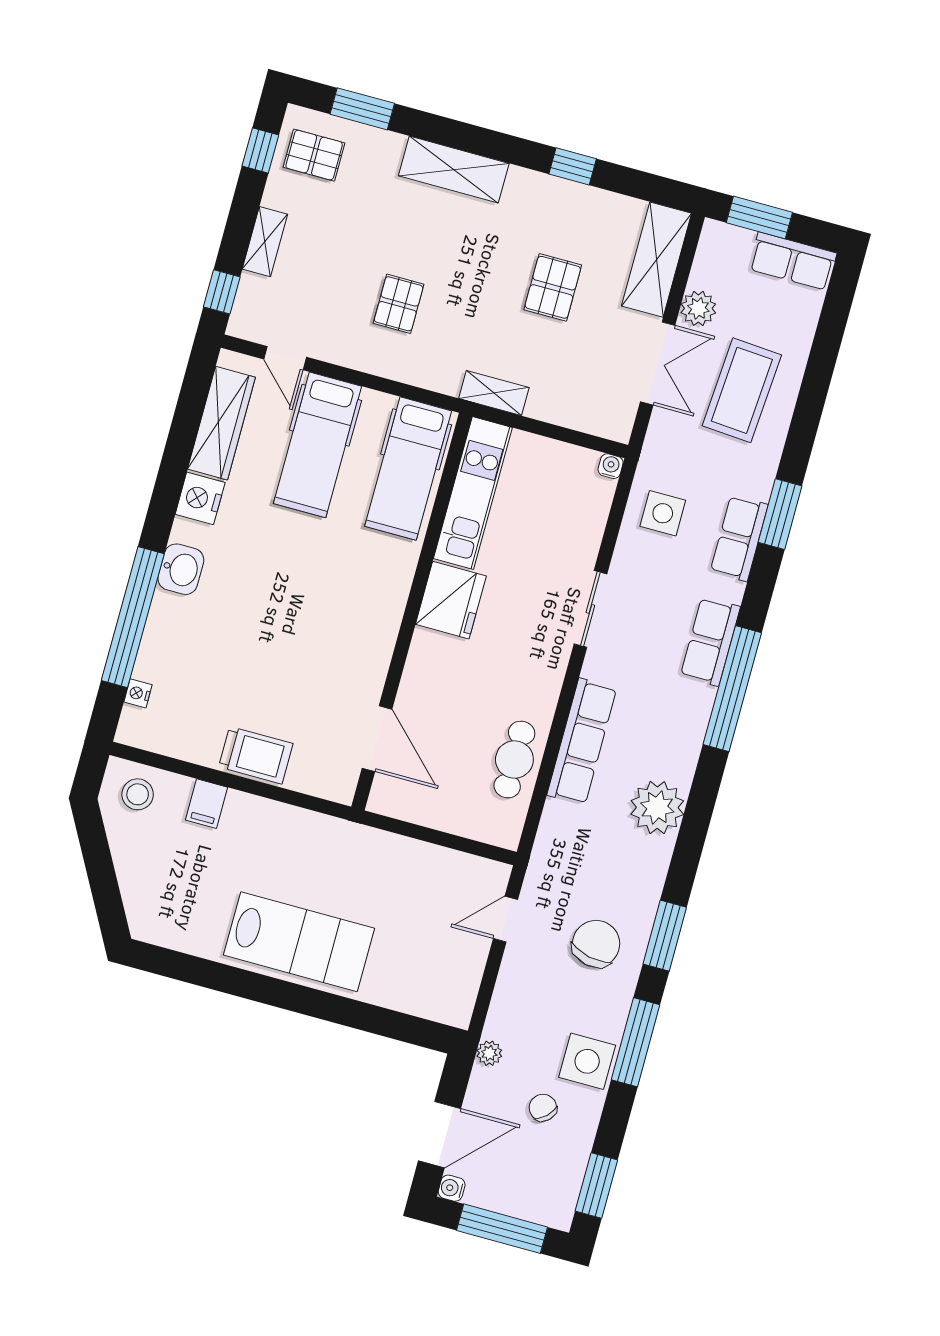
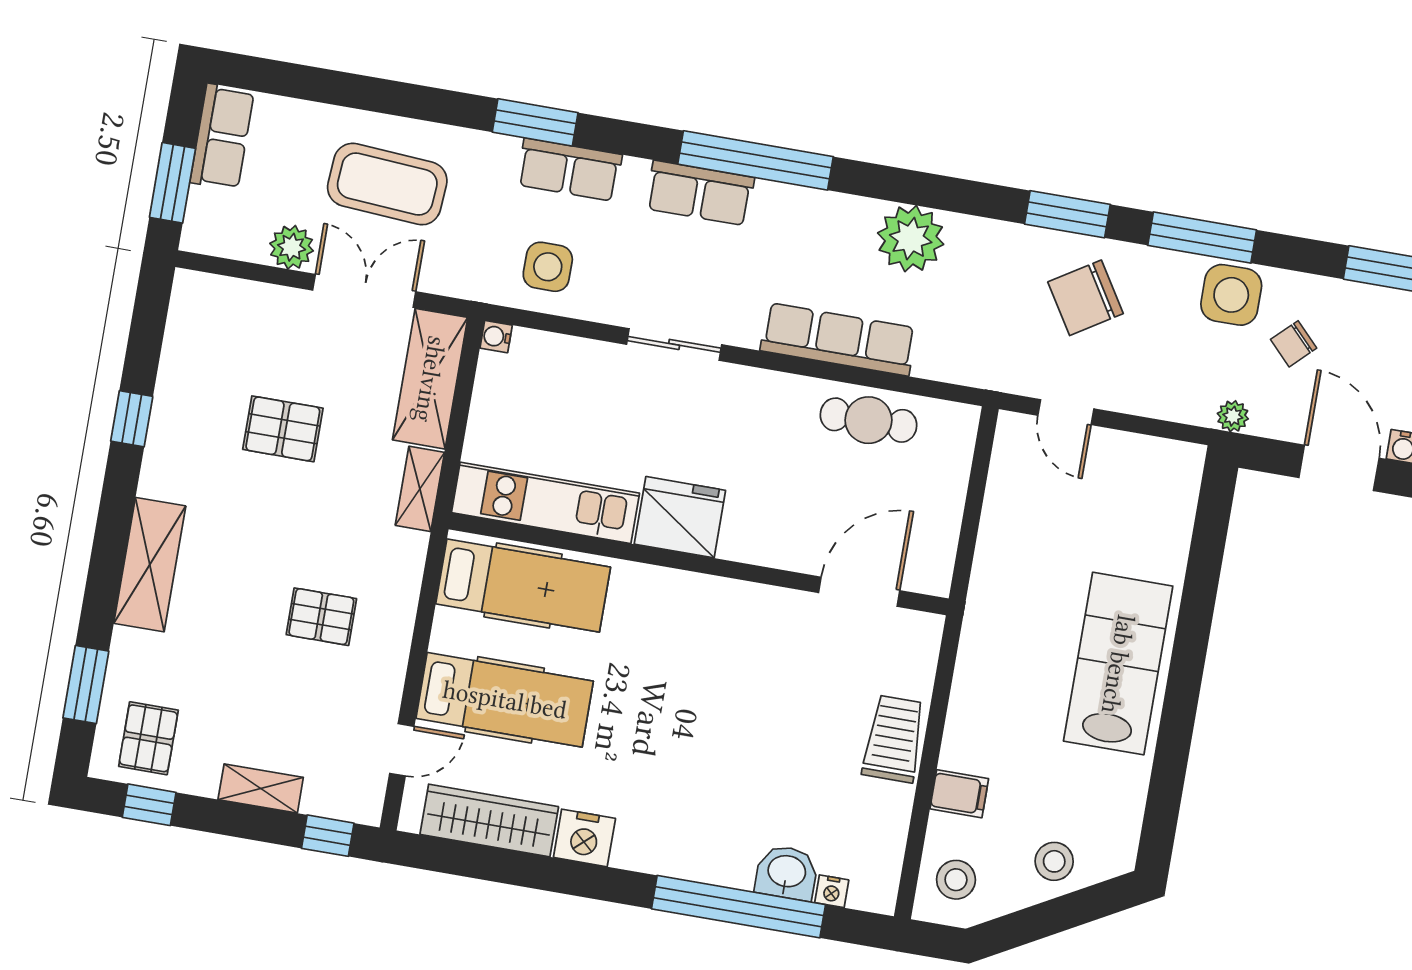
shelving: (656, 260) -> (430, 379), moved, turned 90
washbasin: (181, 569) -> (787, 873), moved
stool: (145, 875) -> (1054, 861), added
chair: (596, 944) -> (1085, 298), turned -44

